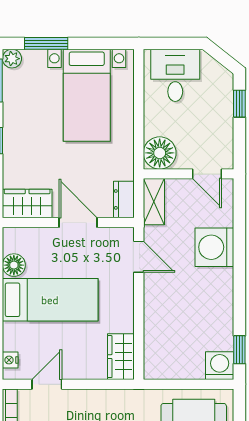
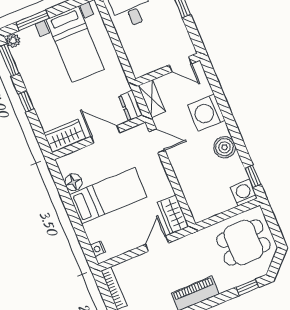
floor lamp: (160, 153) -> (142, 63), removed
boiler: (219, 299) -> (225, 147), added
door: (47, 384) -> (157, 244), moved

